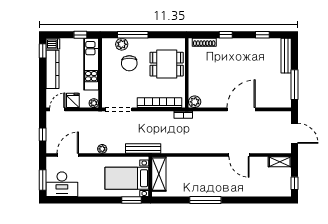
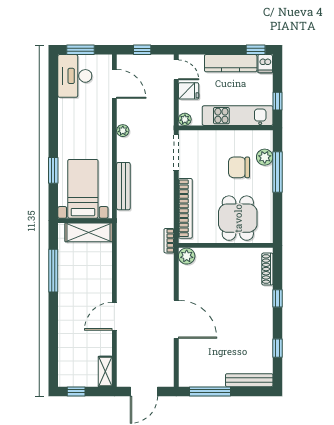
shelving: (159, 174) -> (89, 232), moved
wall: (150, 177) -> (85, 221), moved
bed with nightstands: (127, 178) -> (83, 189), moved

